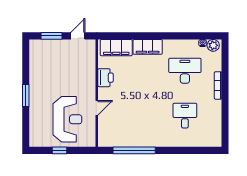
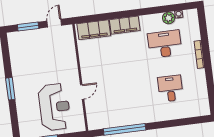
plant: (213, 45) -> (169, 18), moved
printer: (105, 78) -> (87, 61), removed

